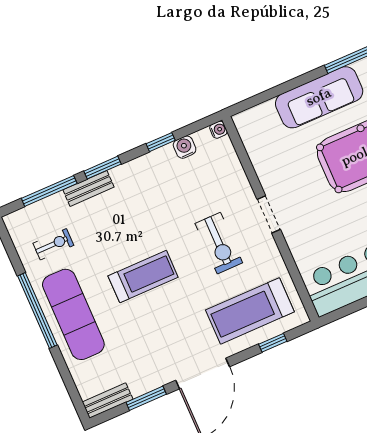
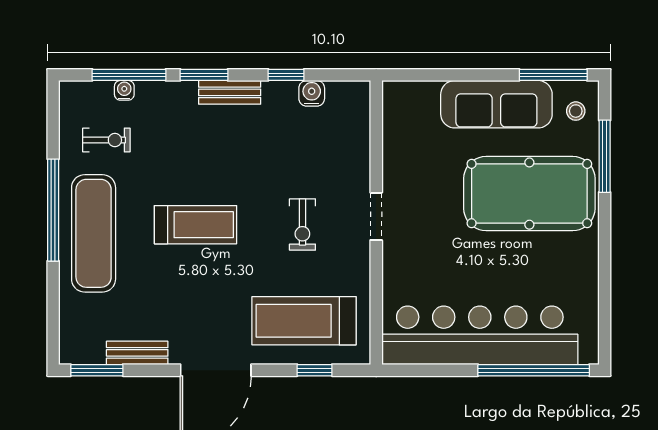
water cooler: (218, 130) -> (124, 90), moved, turned -90
bench: (88, 188) -> (230, 92), moved
exercise bike: (219, 243) -> (302, 225), width x0.73, depth x0.72
window: (146, 398) -> (97, 370), moved
bench: (108, 401) -> (137, 353), moved

